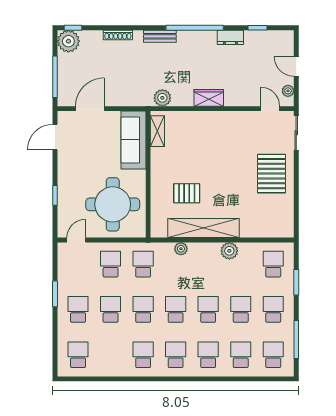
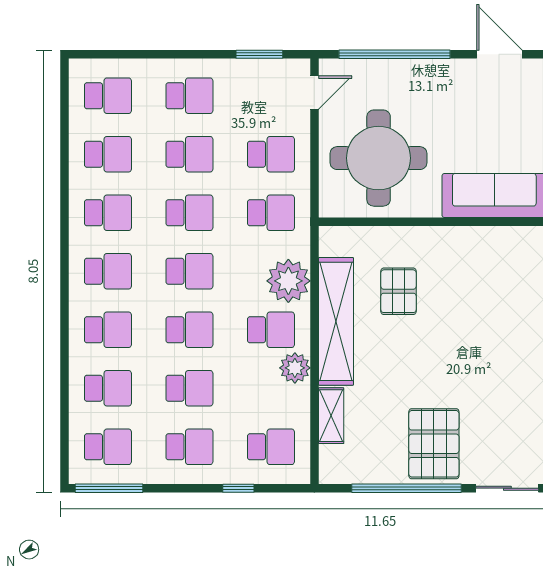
shelving: (157, 131) -> (331, 416), moved, turned 90
pallet: (272, 174) -> (434, 444), turned 90
window: (296, 189) -> (407, 488), added
window: (55, 195) -> (395, 54), width x3.17
door: (76, 240) -> (314, 93), hinge flipped
plant: (181, 249) -> (288, 281), width x1.87, depth x1.87
school desk: (208, 264) -> (271, 330), added
window: (296, 282) -> (238, 488), width x0.67
window: (55, 294) -> (259, 54), moved
window: (296, 340) -> (109, 488), moved
school desk: (111, 355) -> (108, 154), added

